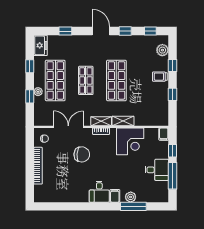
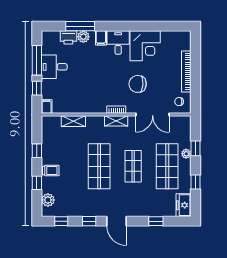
shelving: (123, 121) -> (73, 121), moved
corner desk: (130, 141) -> (145, 46), moved, turned 180
printer: (144, 196) -> (68, 37), added

